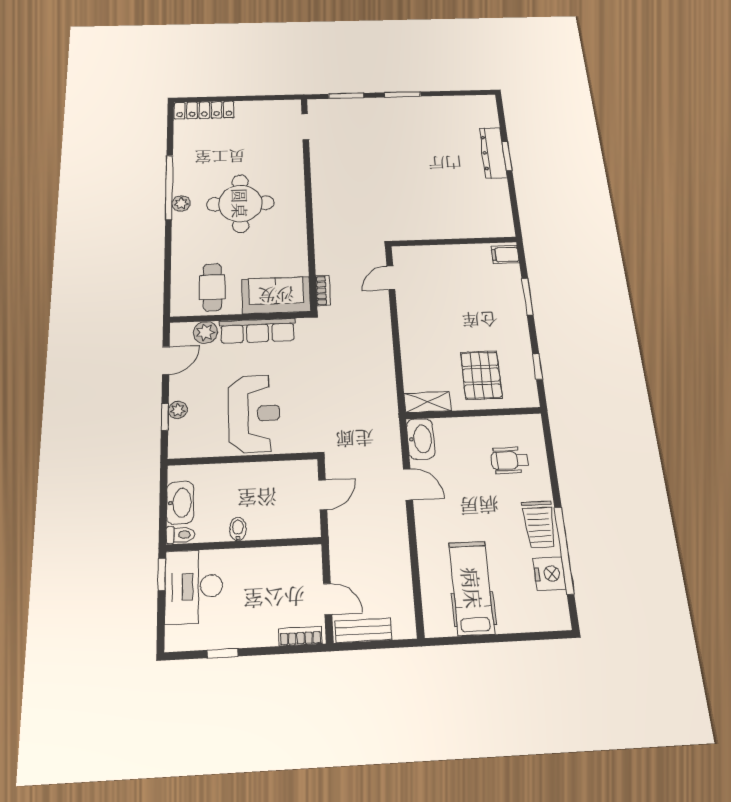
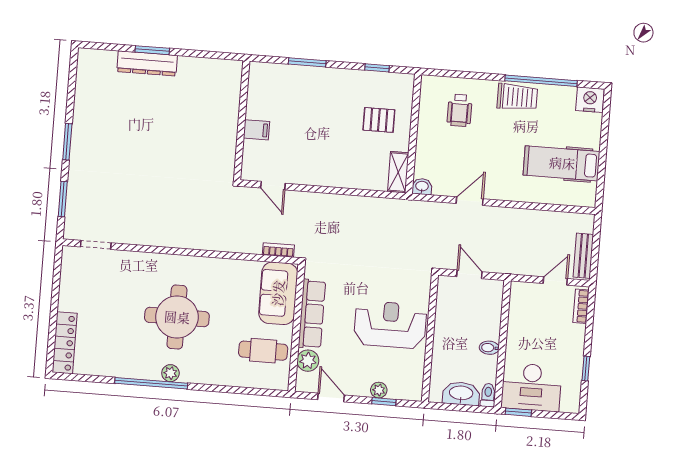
filing cabinet: (505, 255) -> (256, 130), moved, turned -90
pallet: (481, 375) -> (379, 120), width x0.67, depth x0.71
washbasin: (421, 439) -> (422, 186), width x0.52, depth x0.69
nightstand: (549, 574) -> (590, 100), moved

